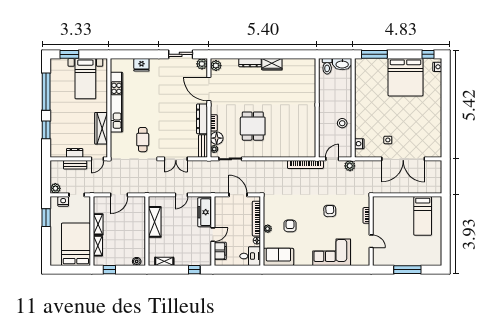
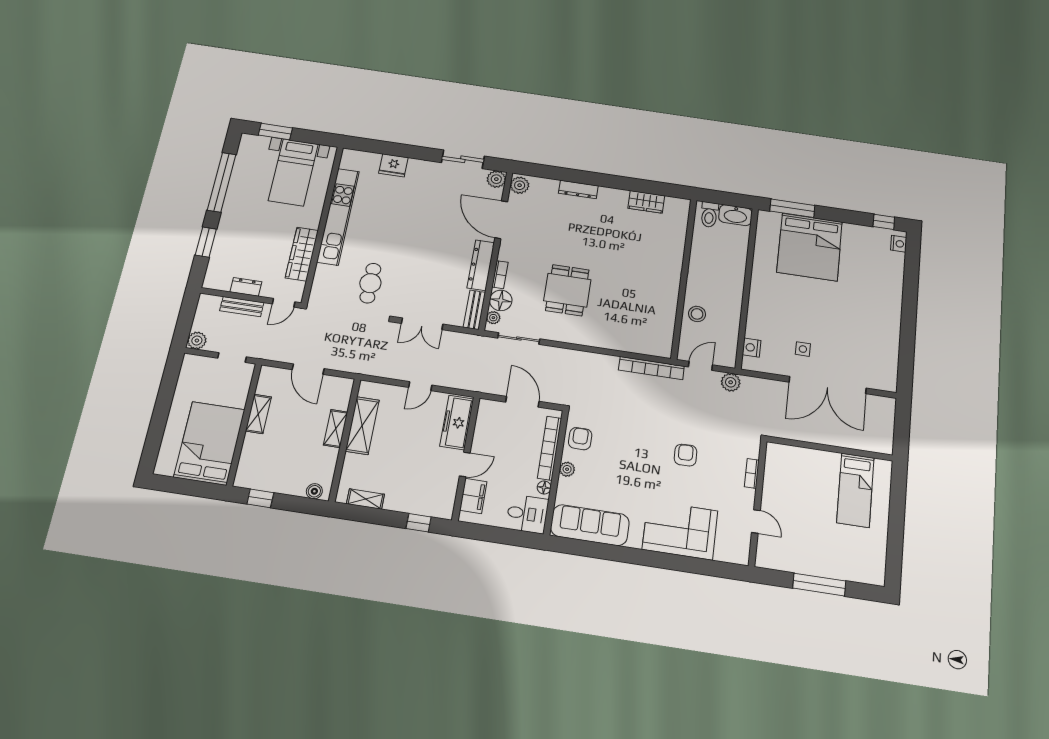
wardrobe: (272, 64) -> (646, 202), moved
bed: (406, 77) -> (810, 247), moved
stool: (342, 123) -> (697, 314), moved
door: (119, 195) -> (308, 369), hinge flipped
nightstand: (63, 201) -> (205, 365), removed
window: (46, 218) -> (167, 388), removed
armchair: (290, 226) -> (580, 439), moved
shelving: (98, 246) -> (336, 429), moved
sofa: (278, 257) -> (590, 525), width x1.36

